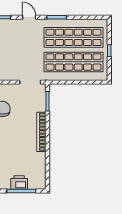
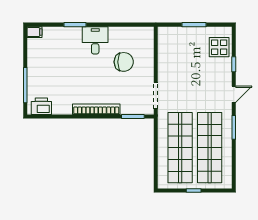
printer: (19, 183) -> (41, 106), moved, turned -90

